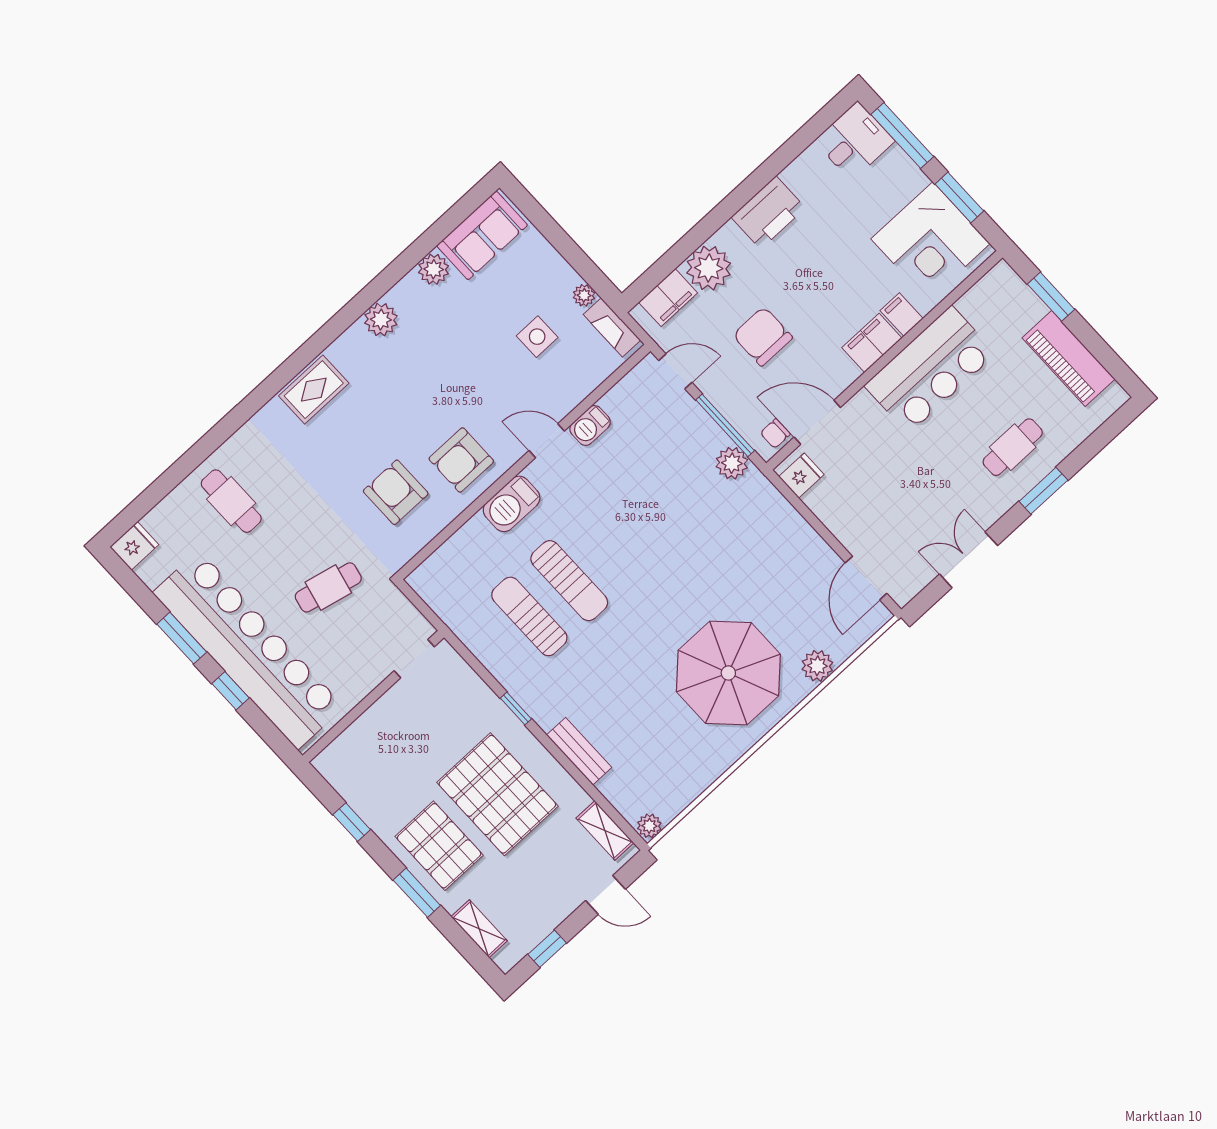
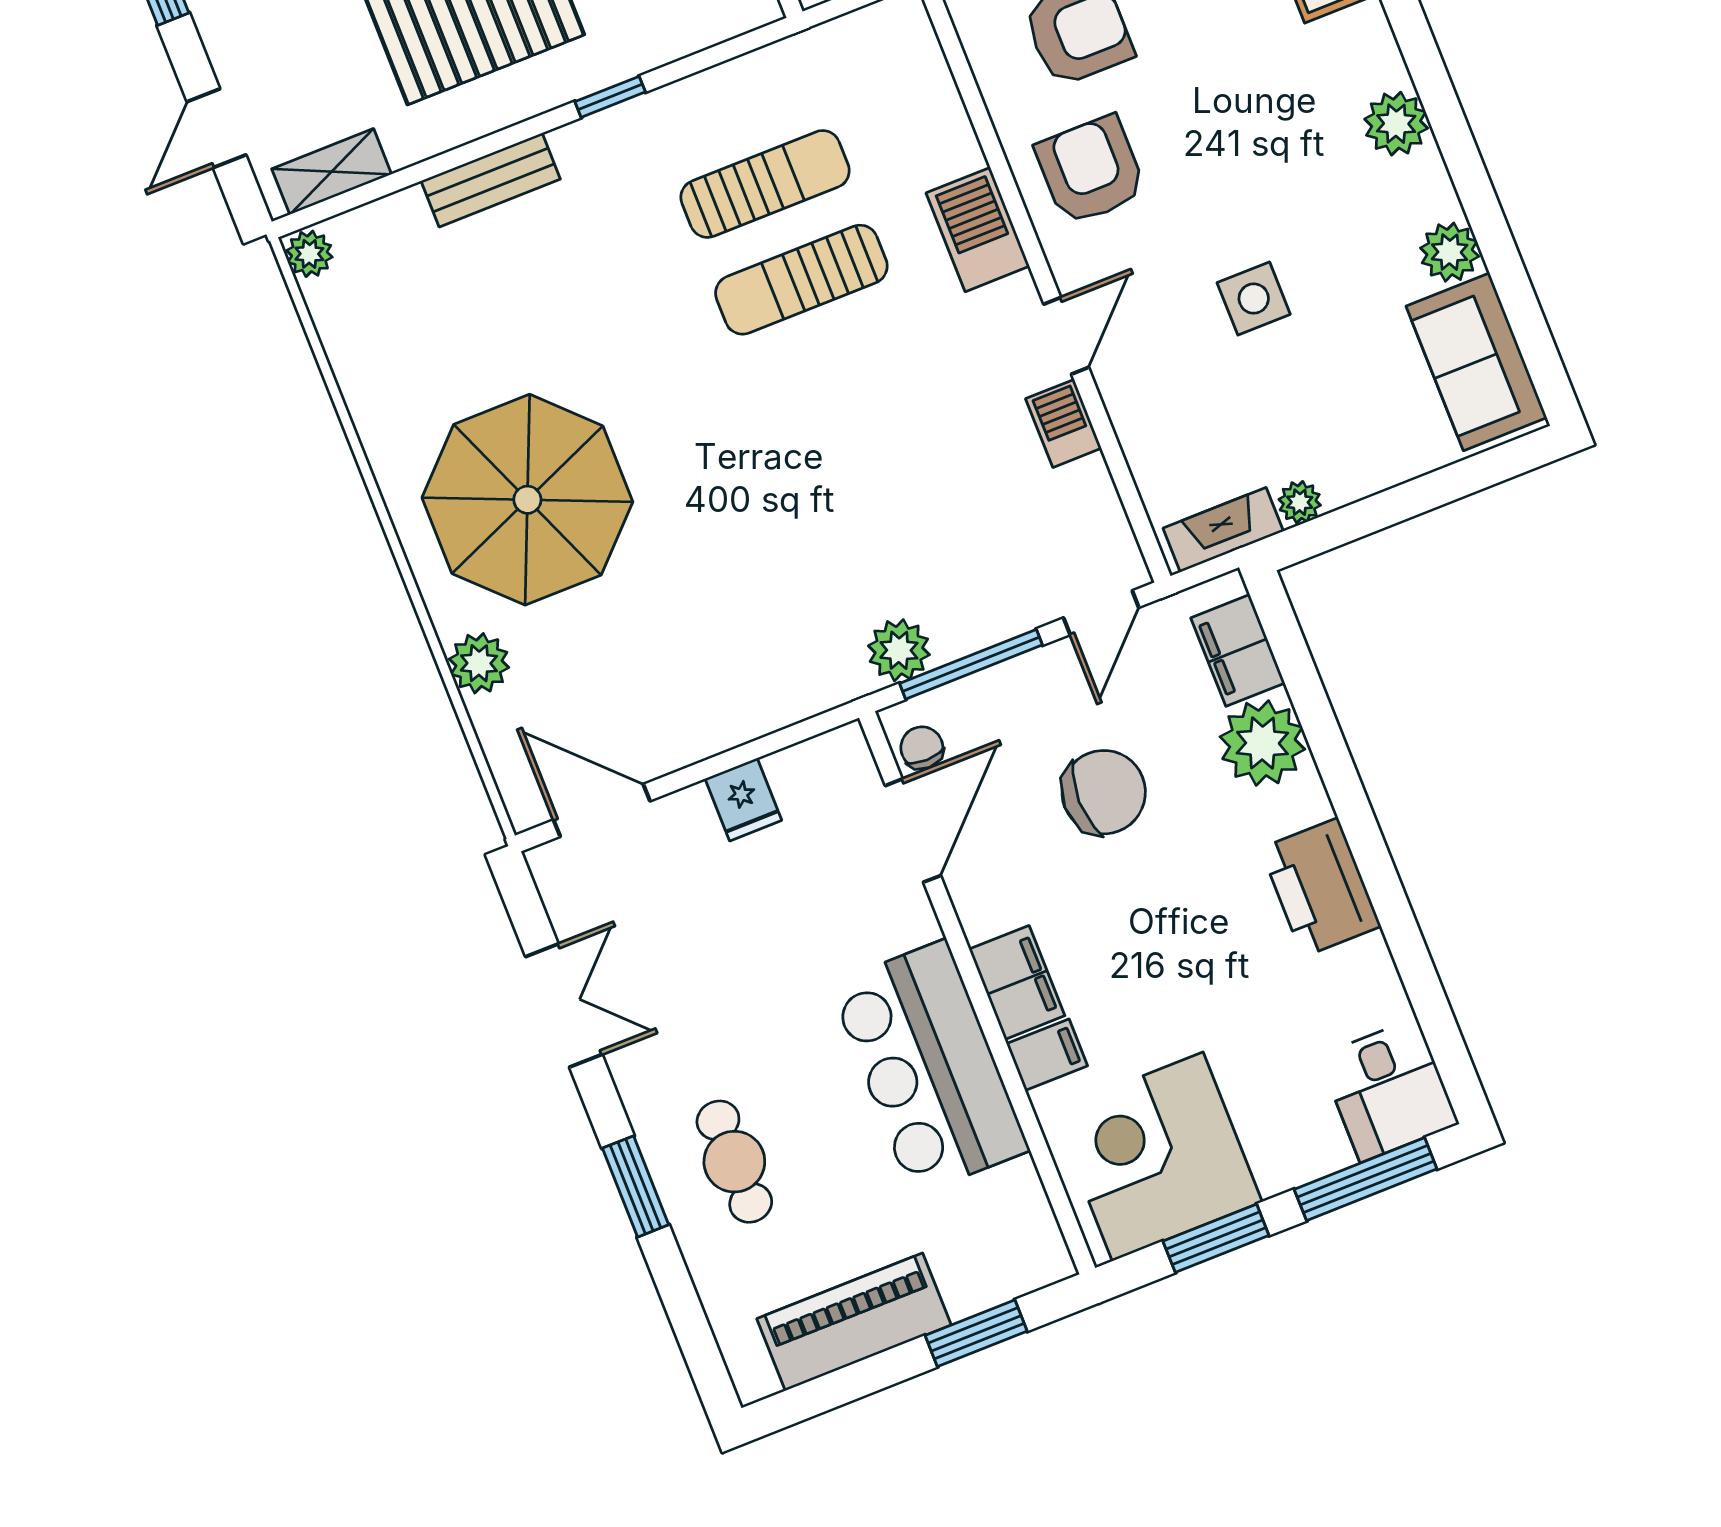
side table: (537, 337) -> (1254, 299), moved
fridge: (801, 476) -> (743, 799), moved

